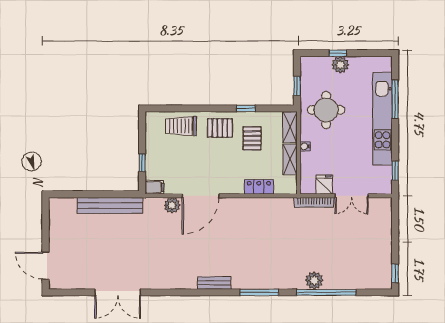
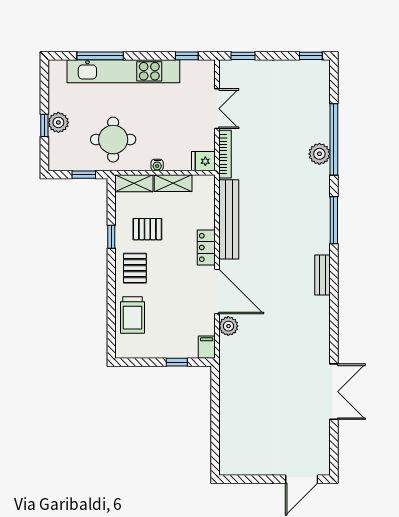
fridge: (324, 185) -> (203, 161), moved
locker: (259, 187) -> (206, 247), moved
bench: (110, 205) -> (229, 219), moved
window: (395, 217) -> (243, 56), added

